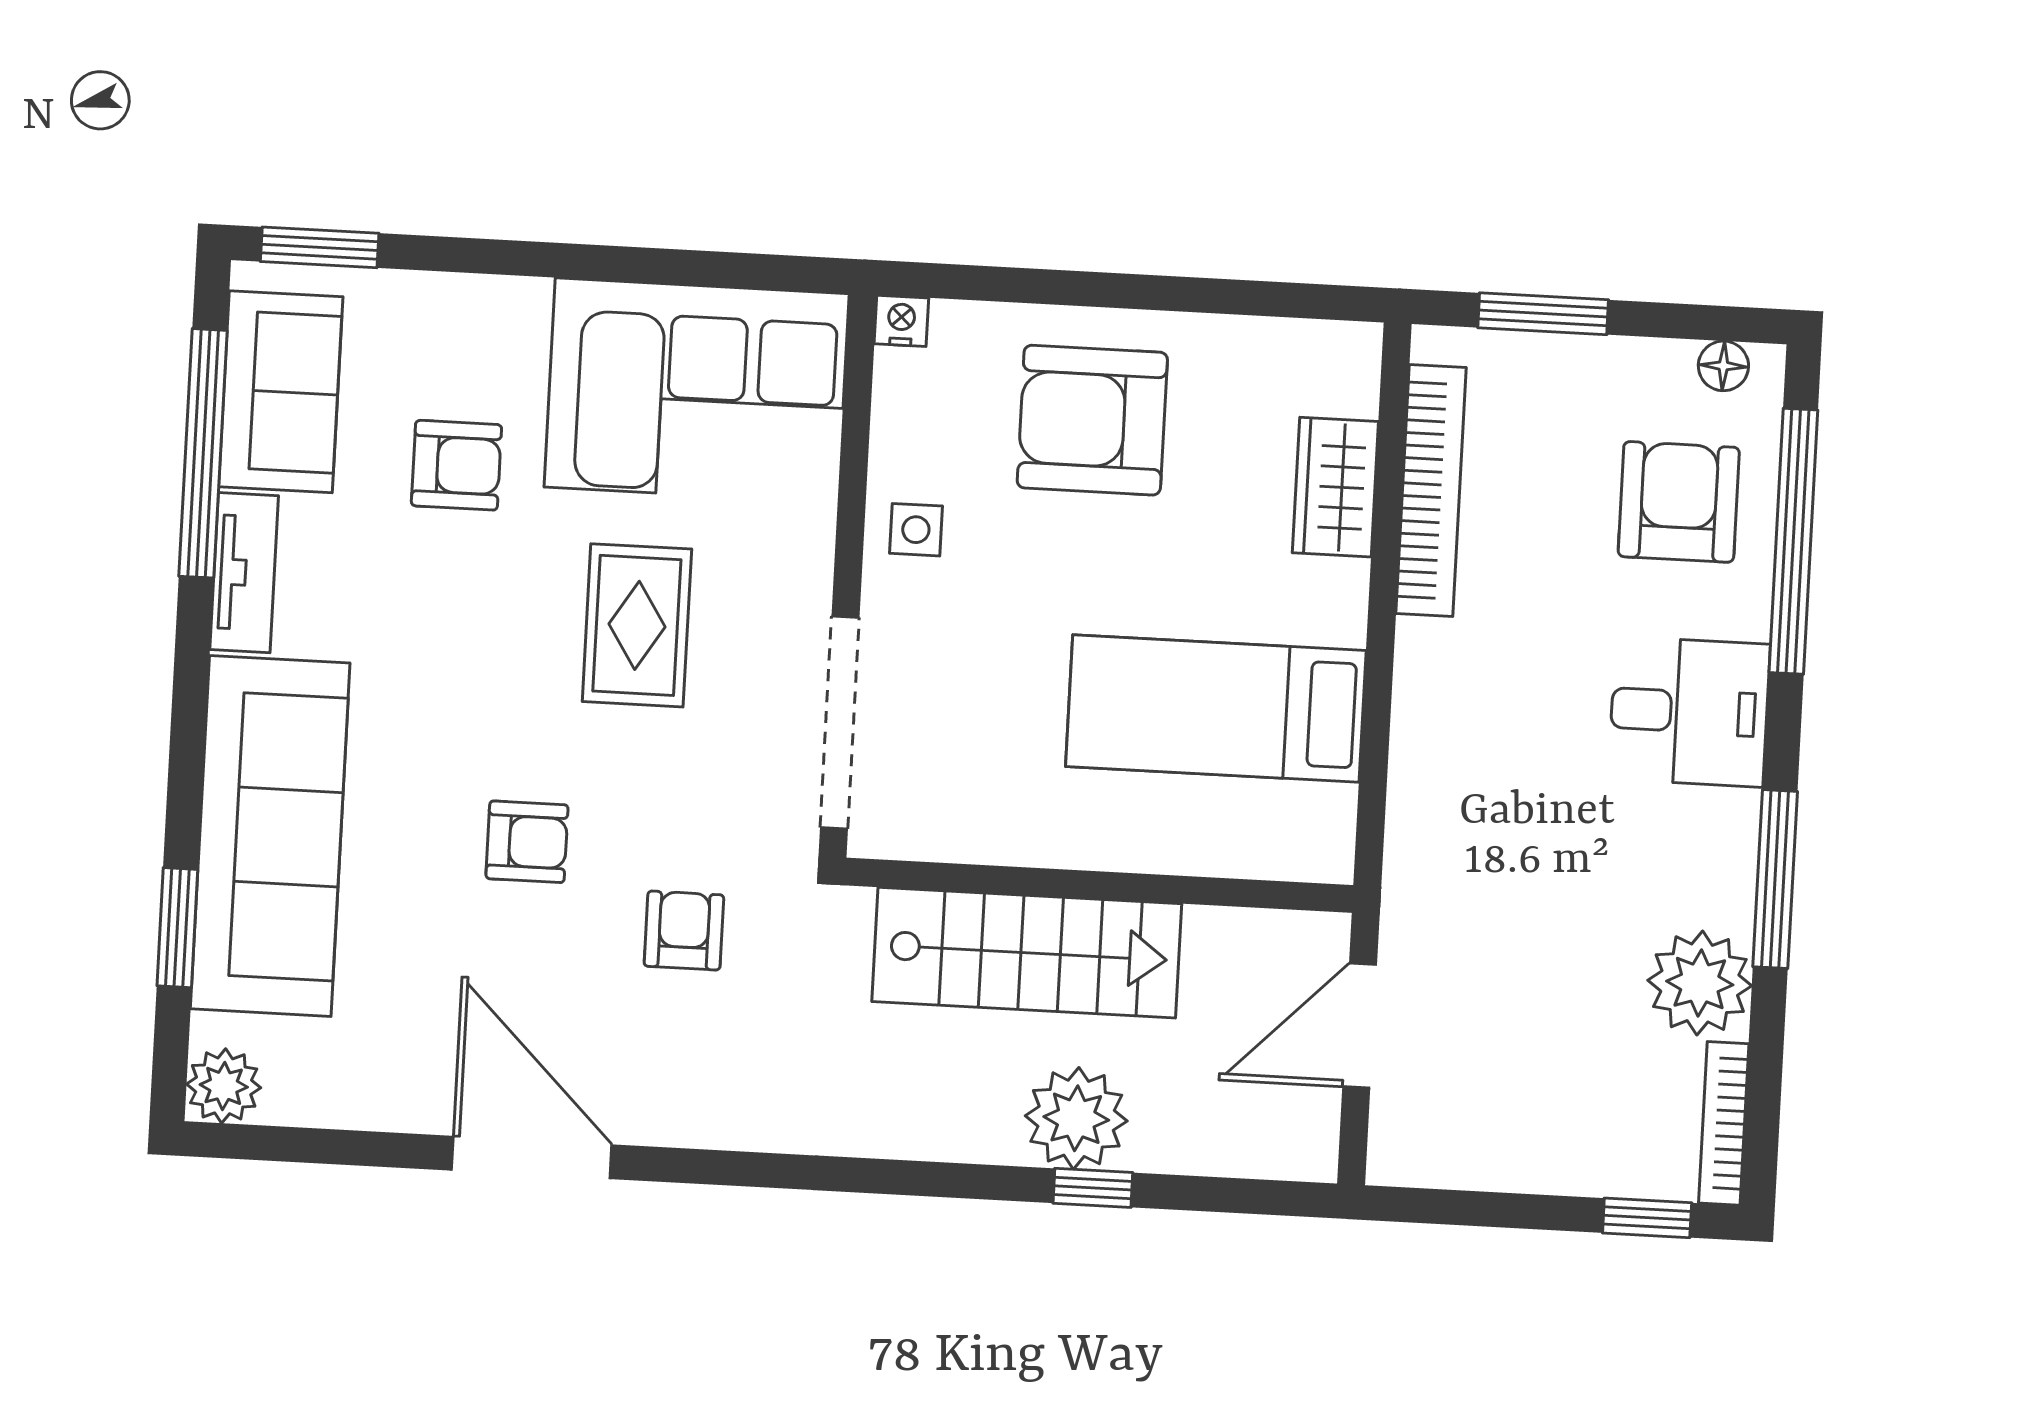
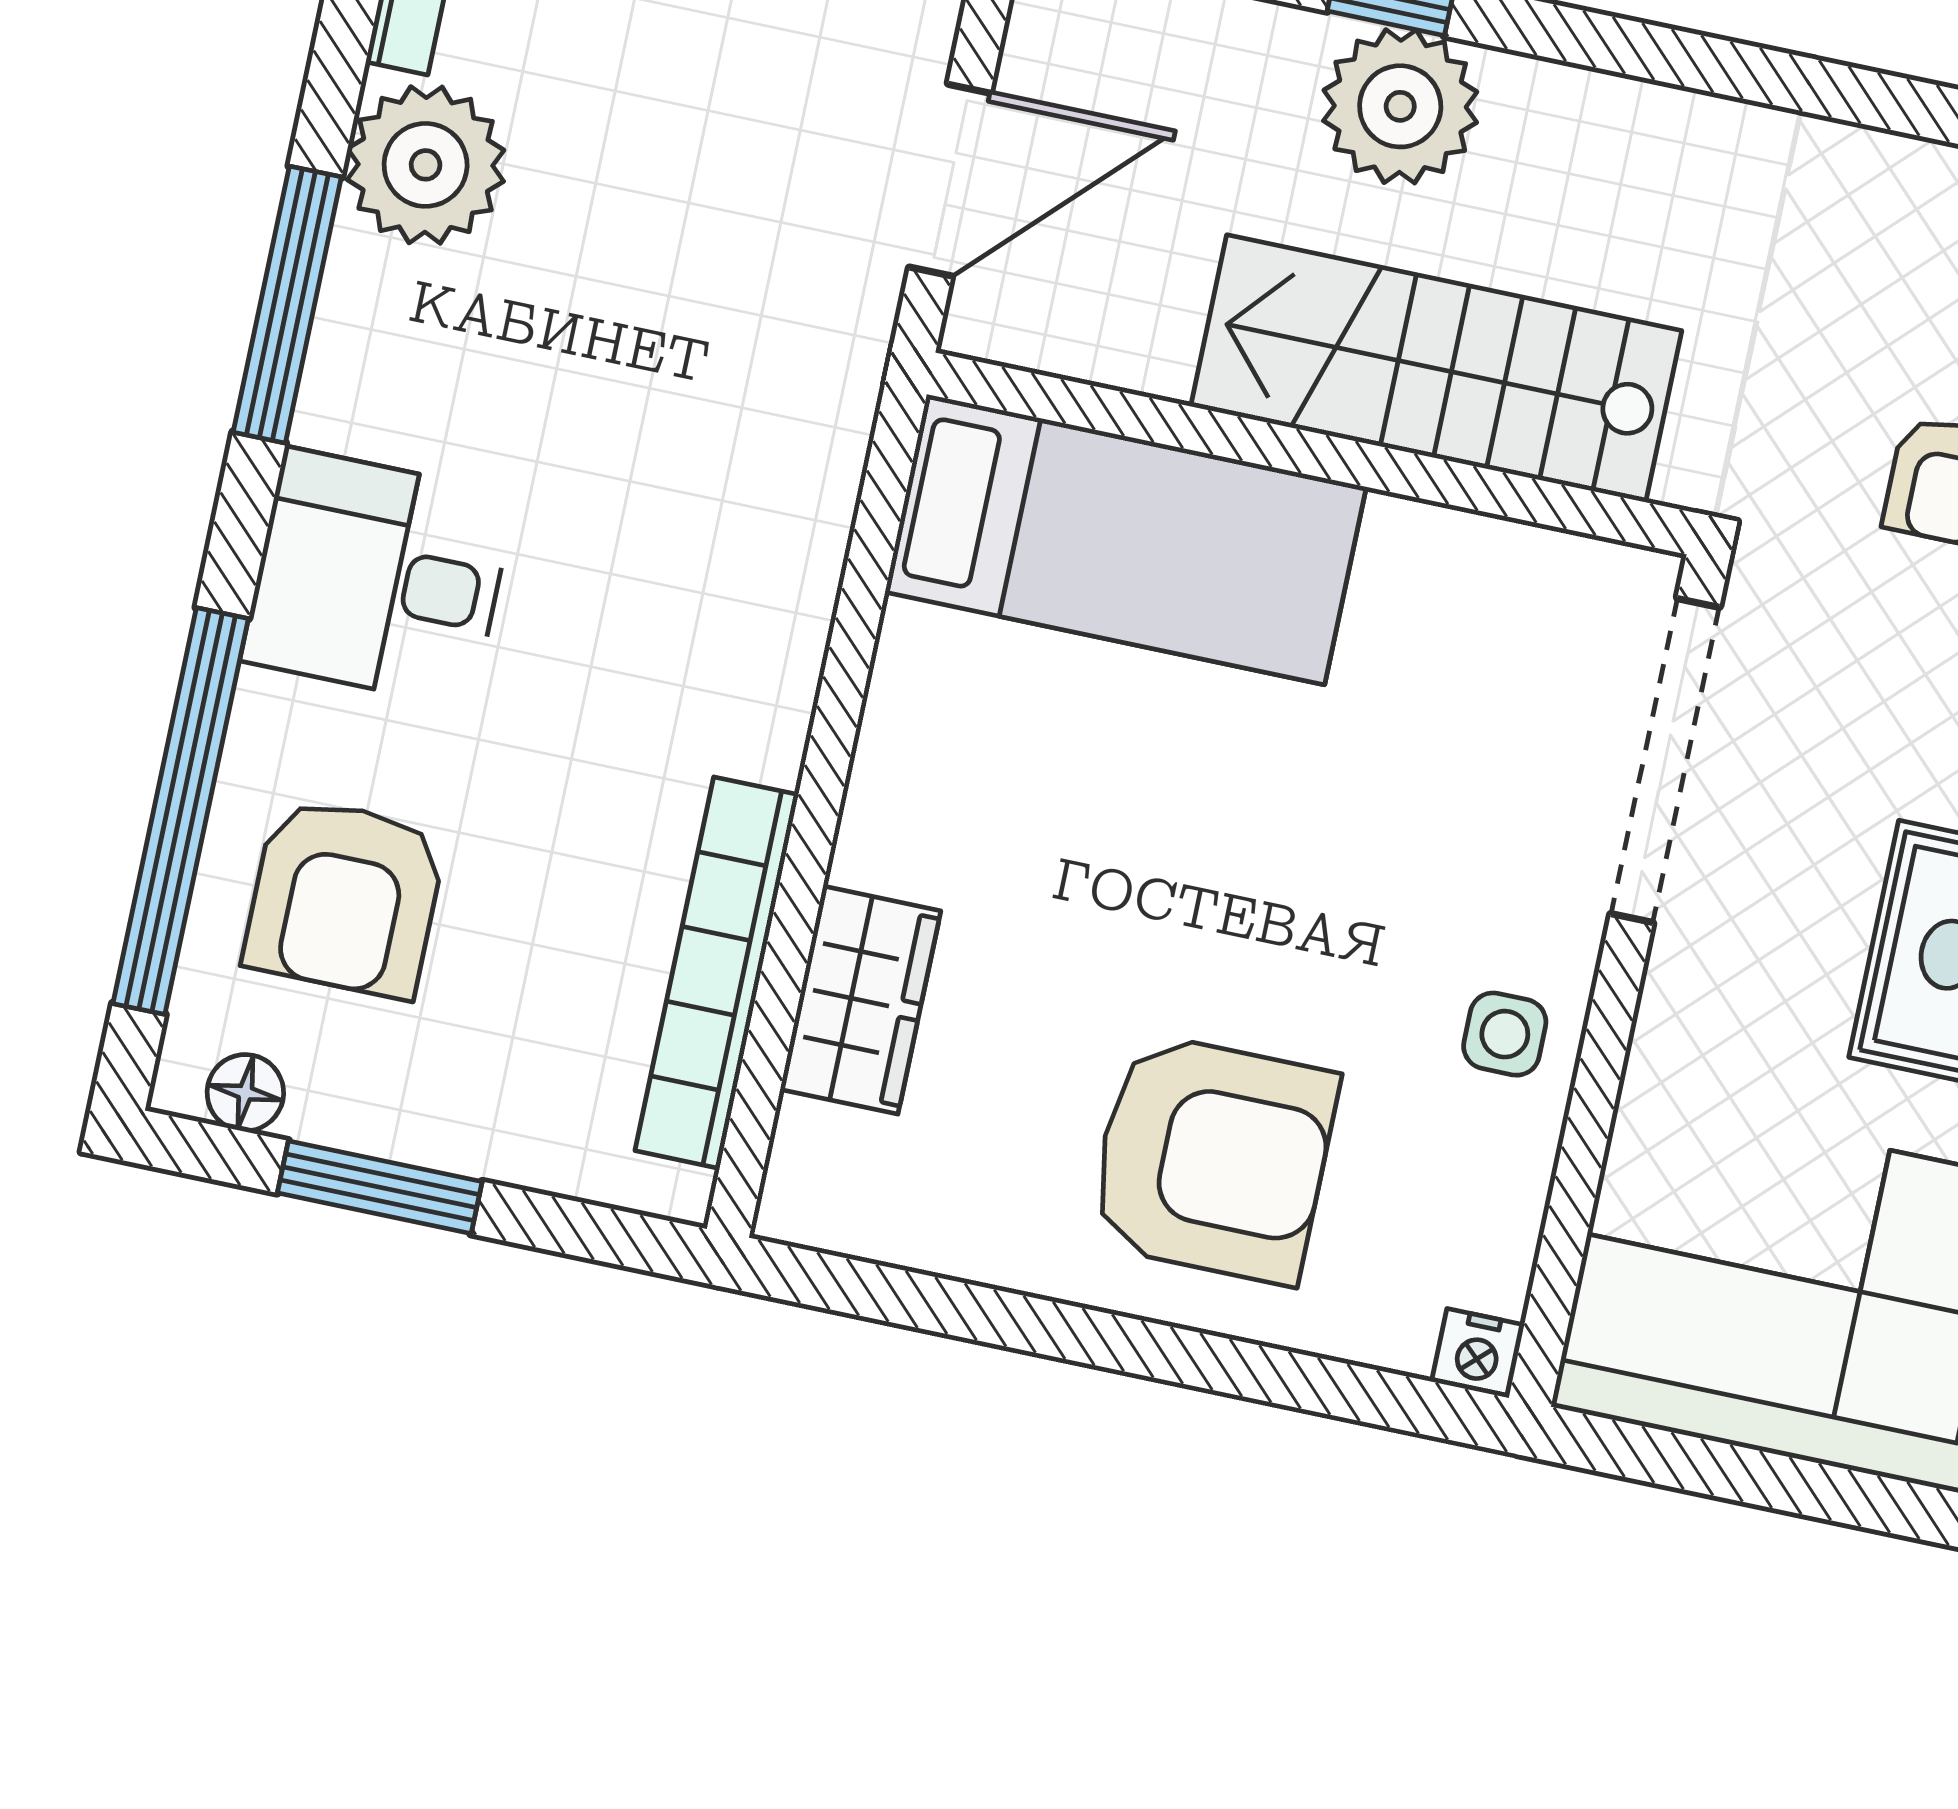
window: (1543, 314) -> (380, 1187), moved
bed: (1216, 708) -> (1126, 540), moved

